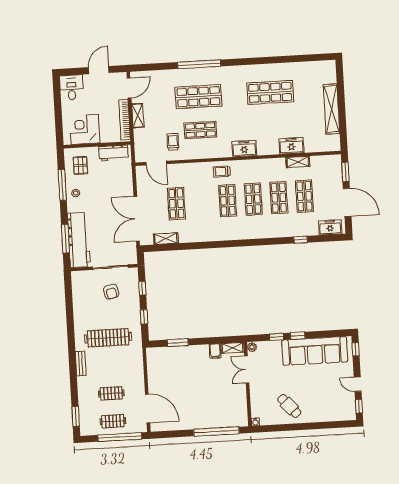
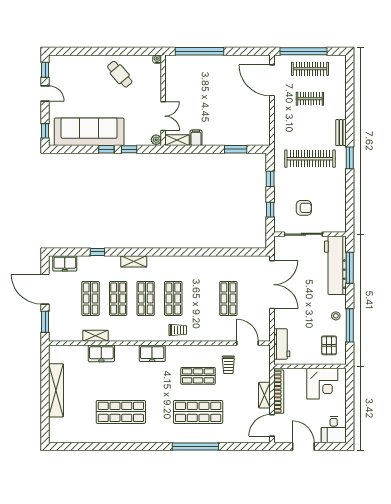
door: (99, 70) -> (303, 446), swing flipped
workbench: (114, 153) -> (282, 344), moved, turned 90
shelving: (166, 239) -> (134, 261), moved
armchair: (111, 292) -> (304, 208), turned 102
window: (76, 416) -> (350, 158), moved
clothes rail: (113, 421) -> (310, 69), width x1.36

